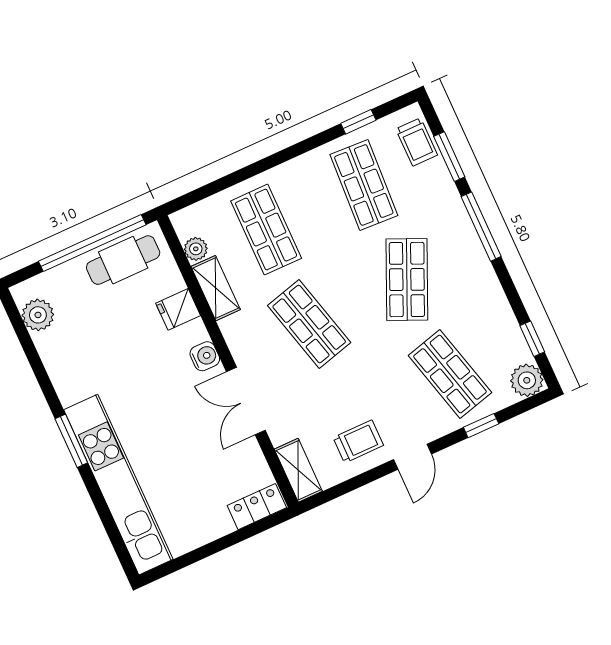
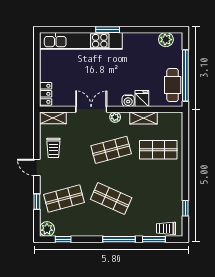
shop shelf: (364, 185) -> (158, 199), removed
plant: (196, 249) -> (115, 117), moved
water cooler: (205, 356) -> (128, 101), moved

